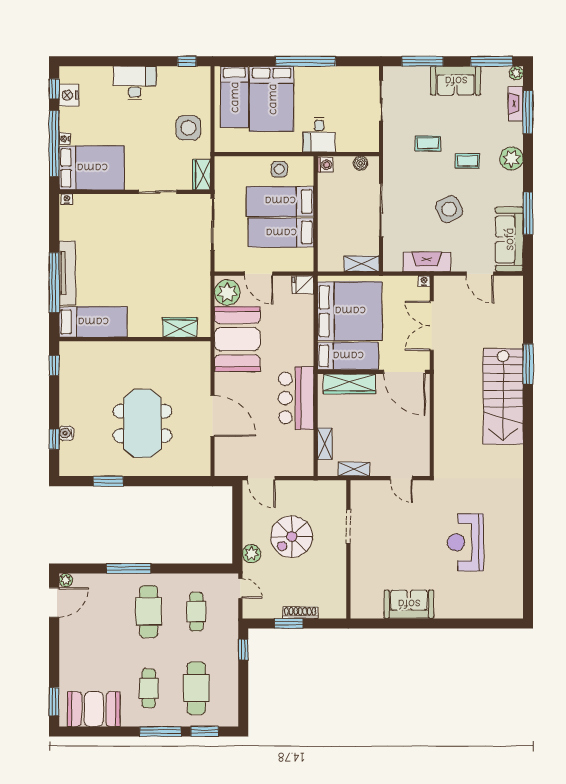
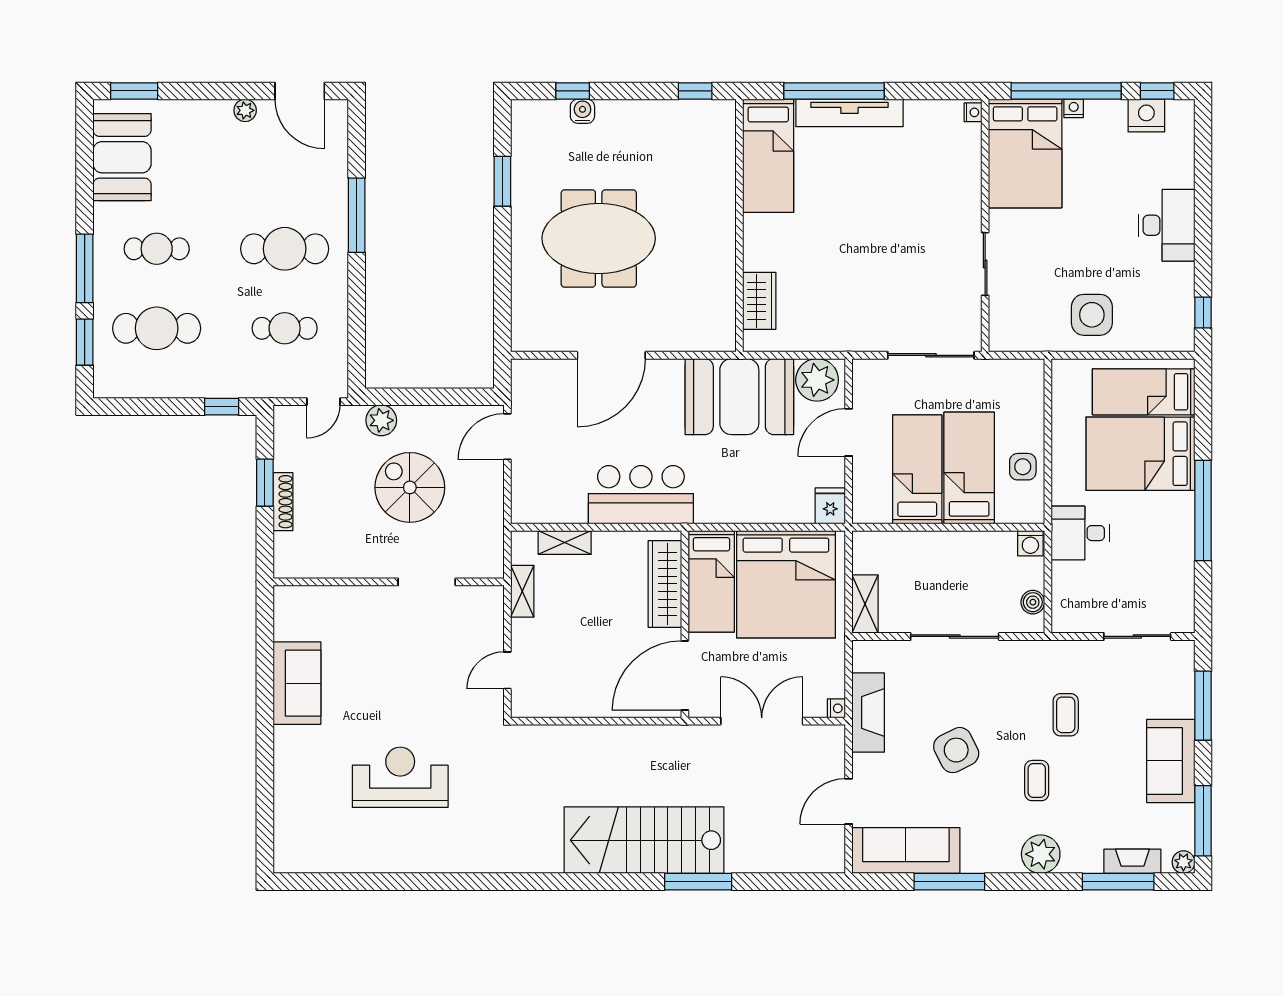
wardrobe: (202, 175) -> (1014, 337), removed
plant: (66, 580) -> (245, 110), moved

